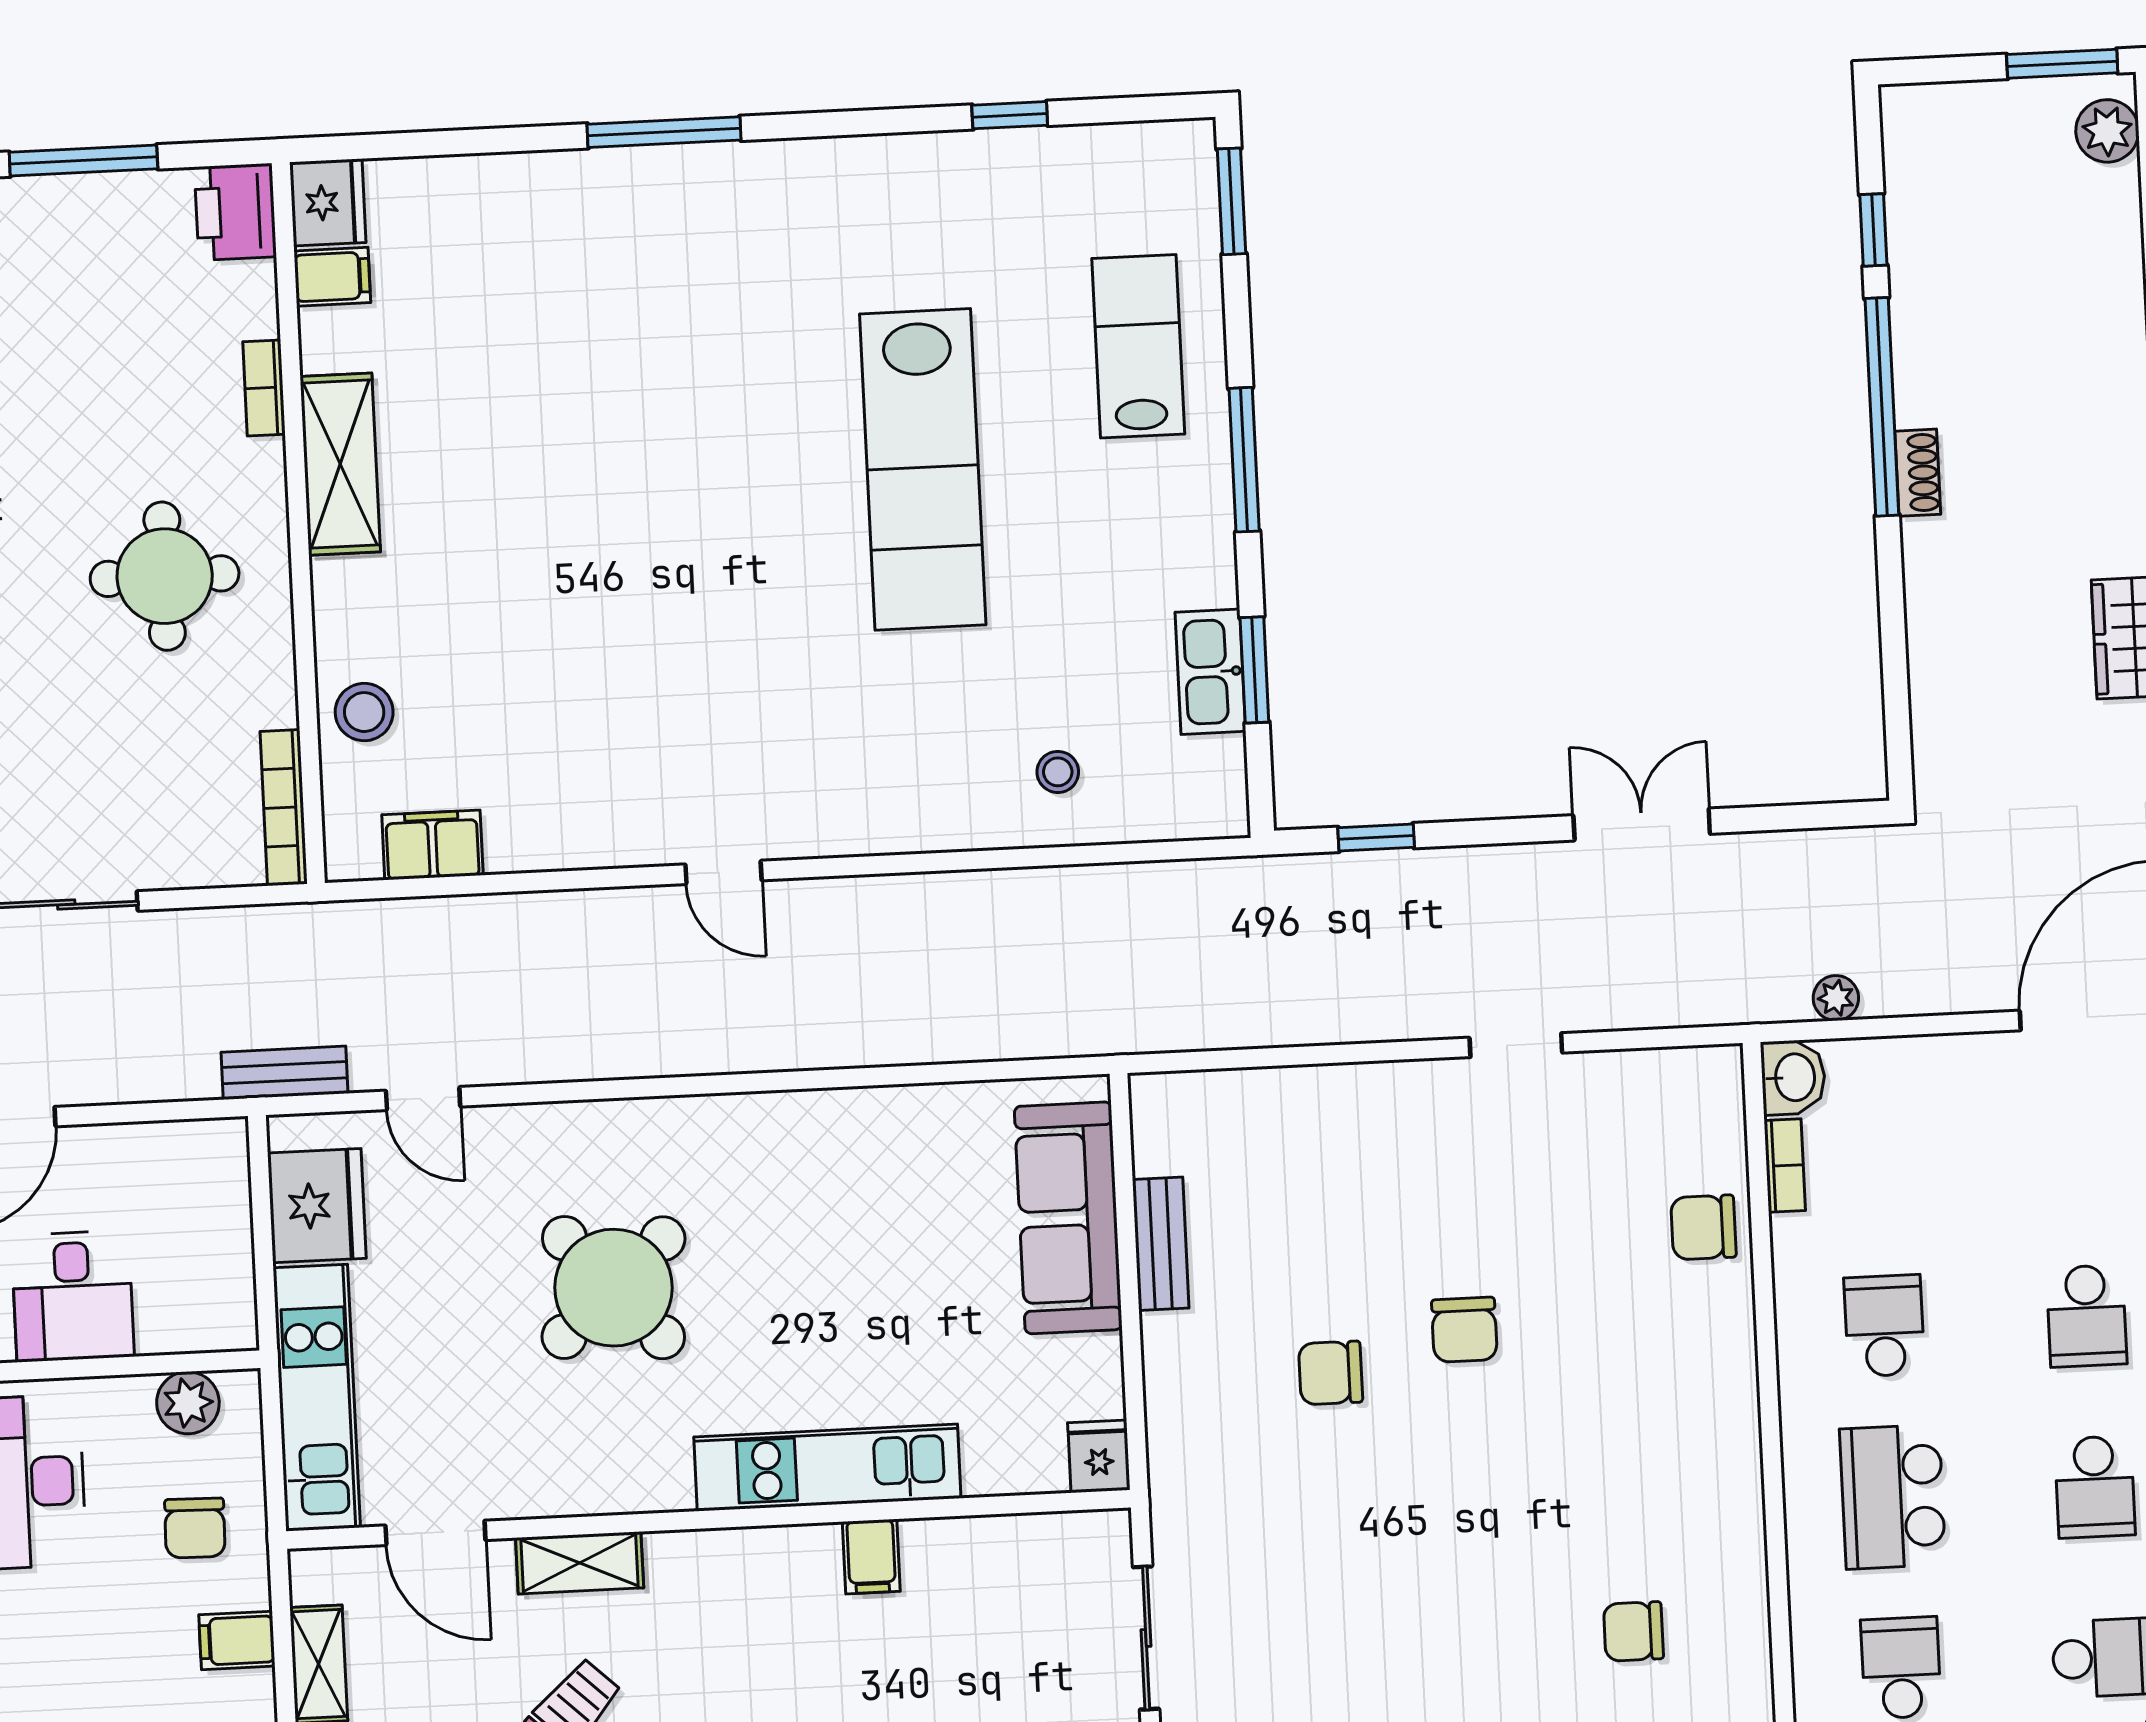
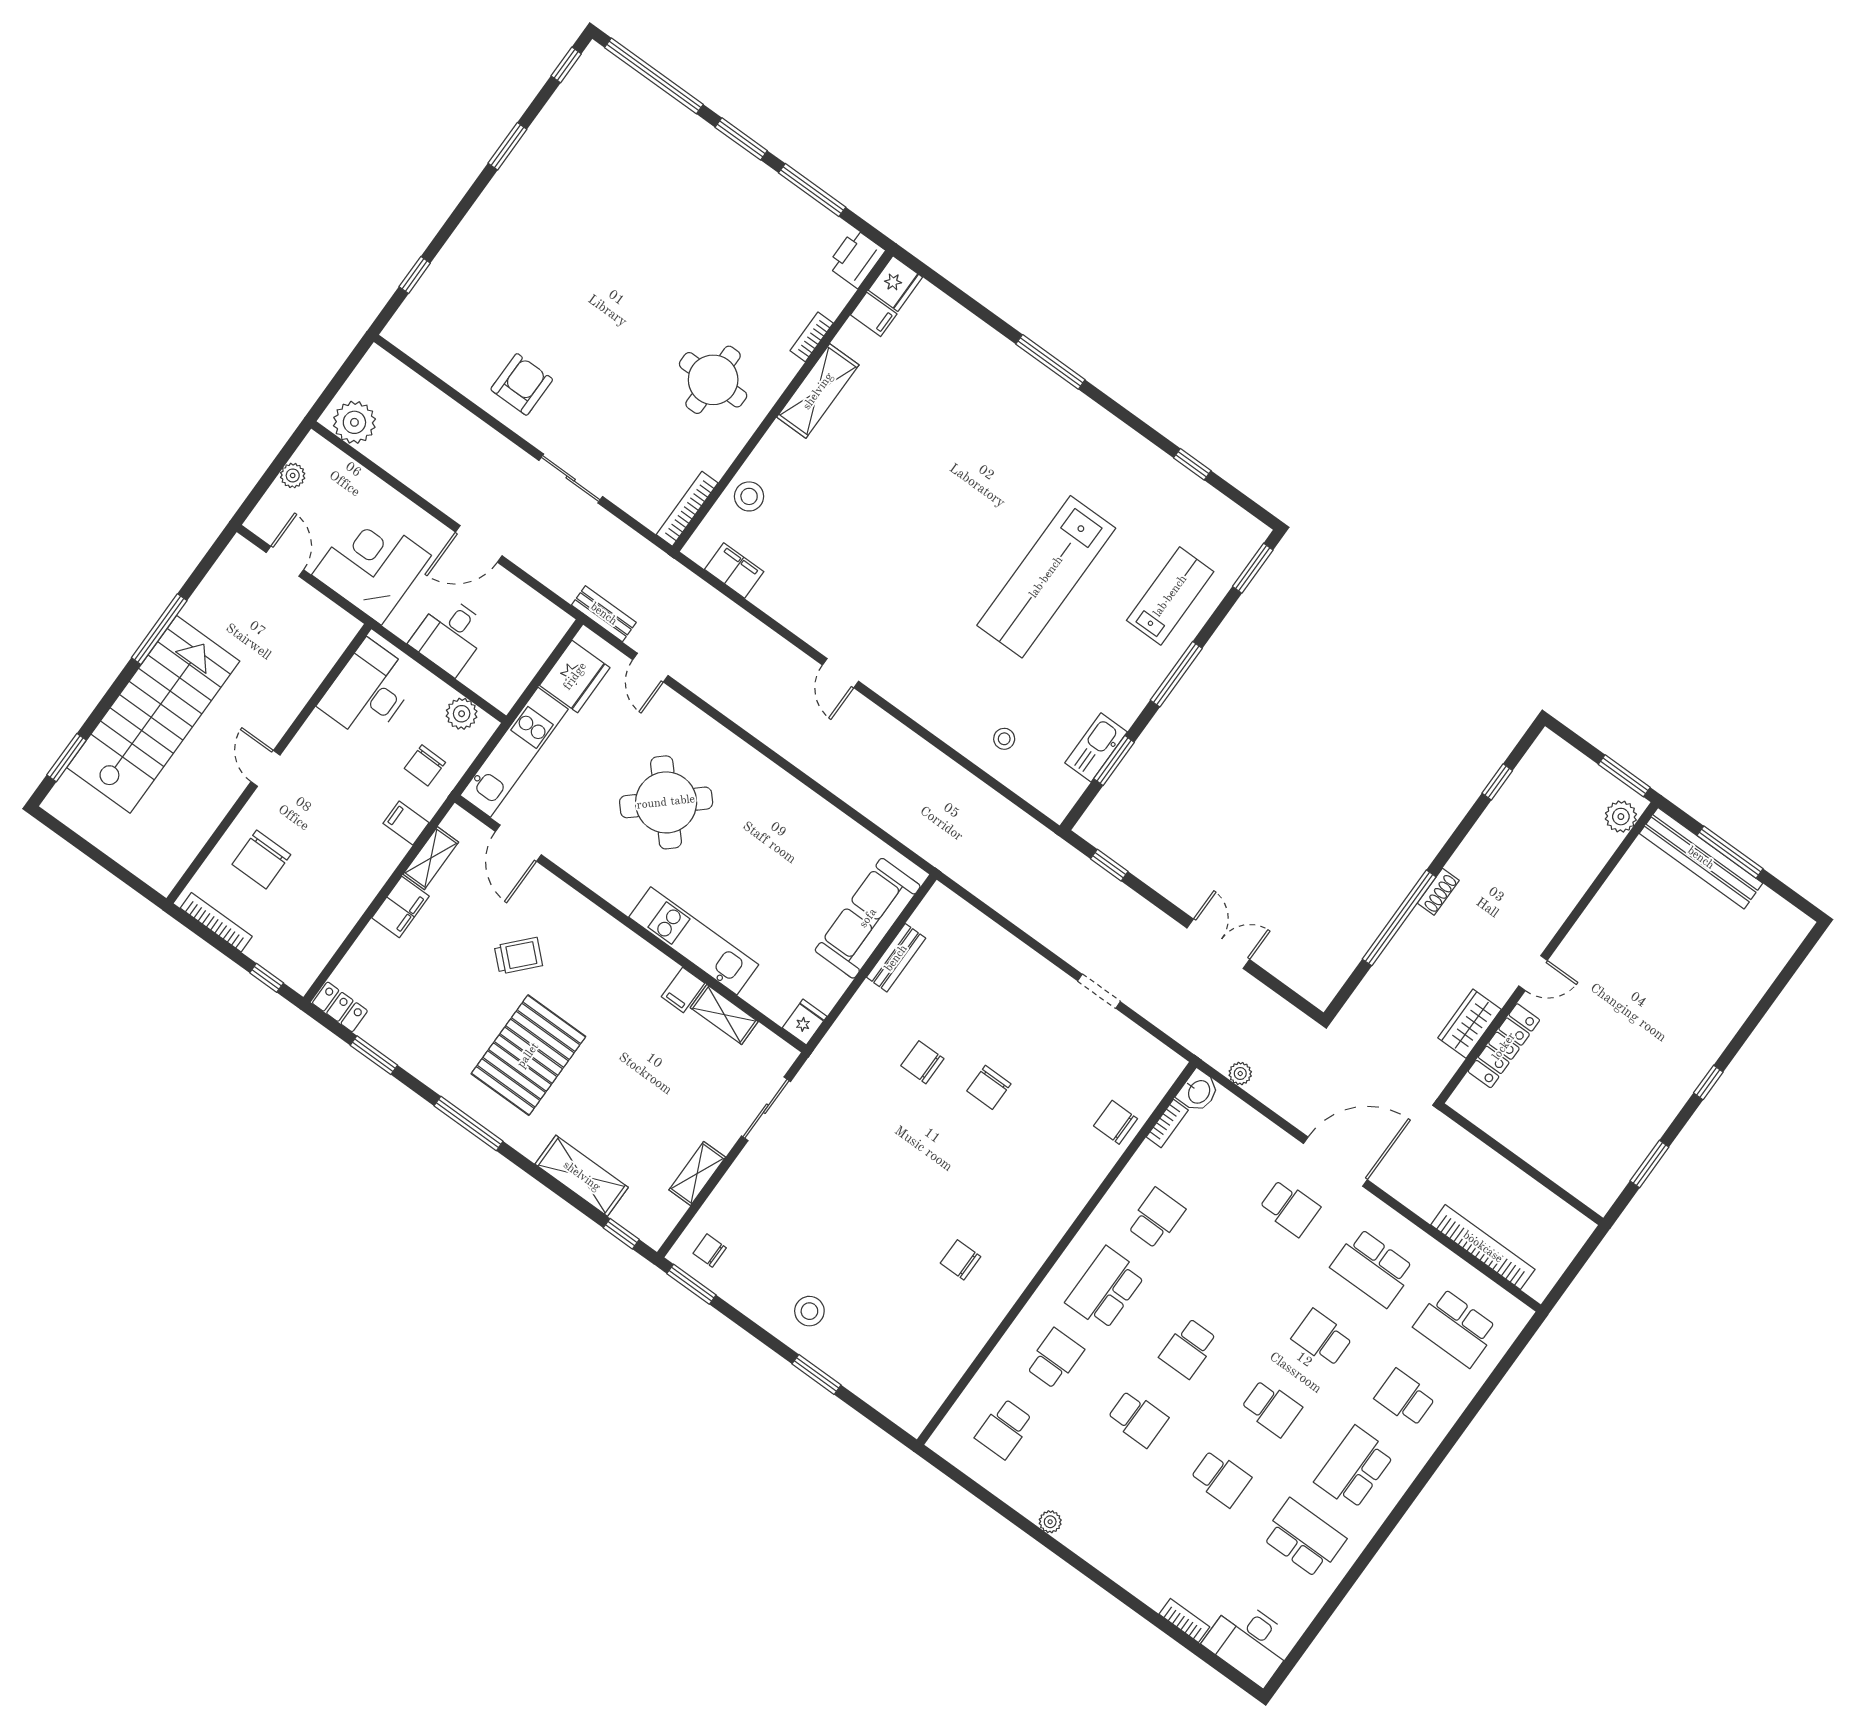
window: (1882, 407) -> (1399, 918), moved
school desk: (2086, 1316) -> (1290, 1208), moved, turned -90
shelving: (580, 1563) -> (724, 1015), moved

